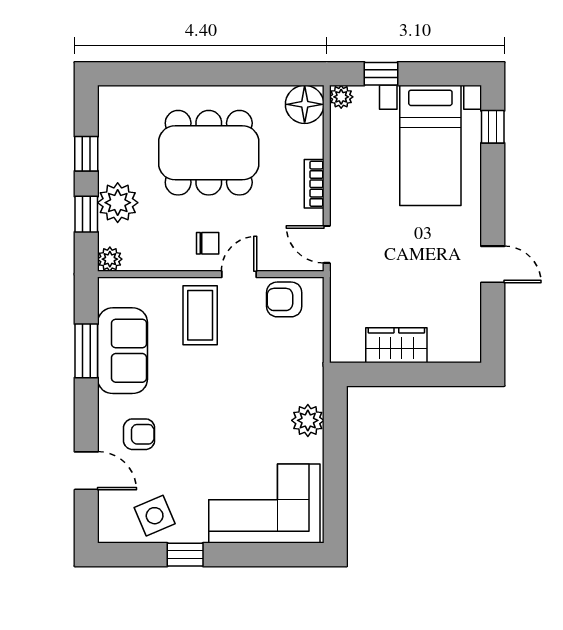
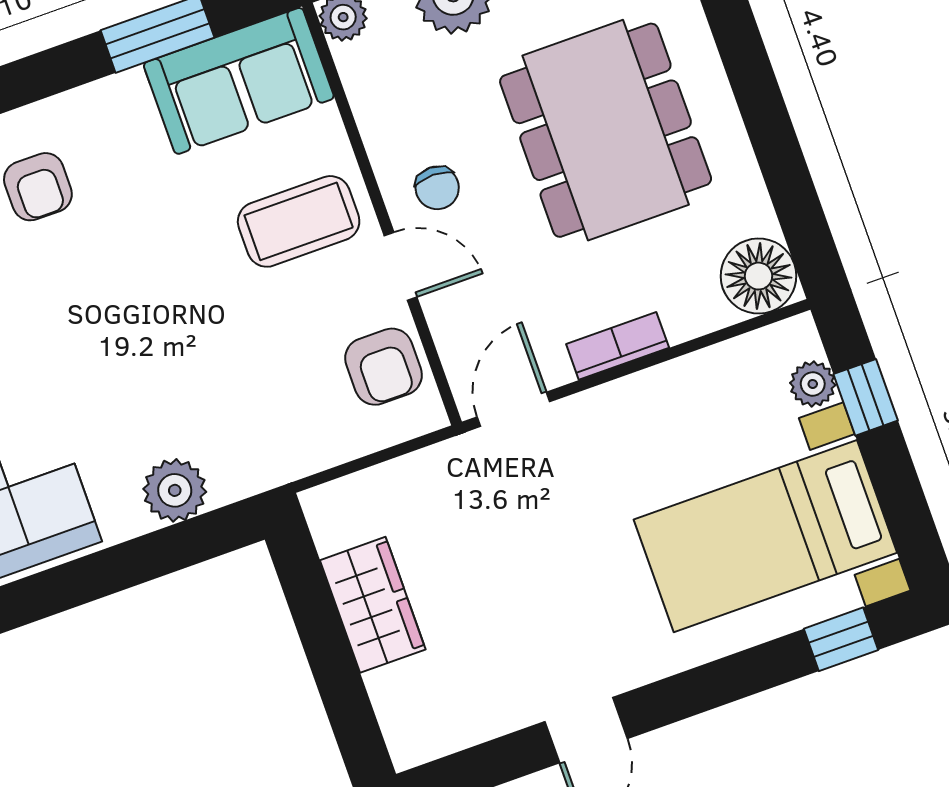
plant: (341, 97) -> (813, 384), moved
armchair: (284, 299) -> (384, 367), turned 180
sofa: (123, 351) -> (239, 81), moved

